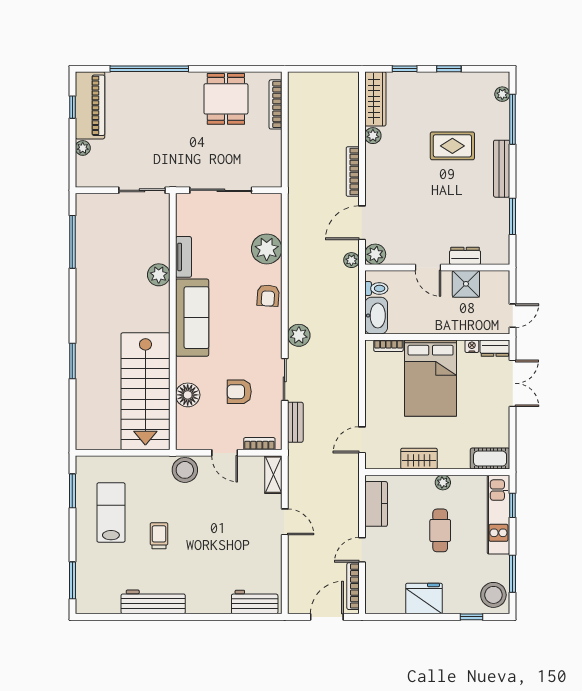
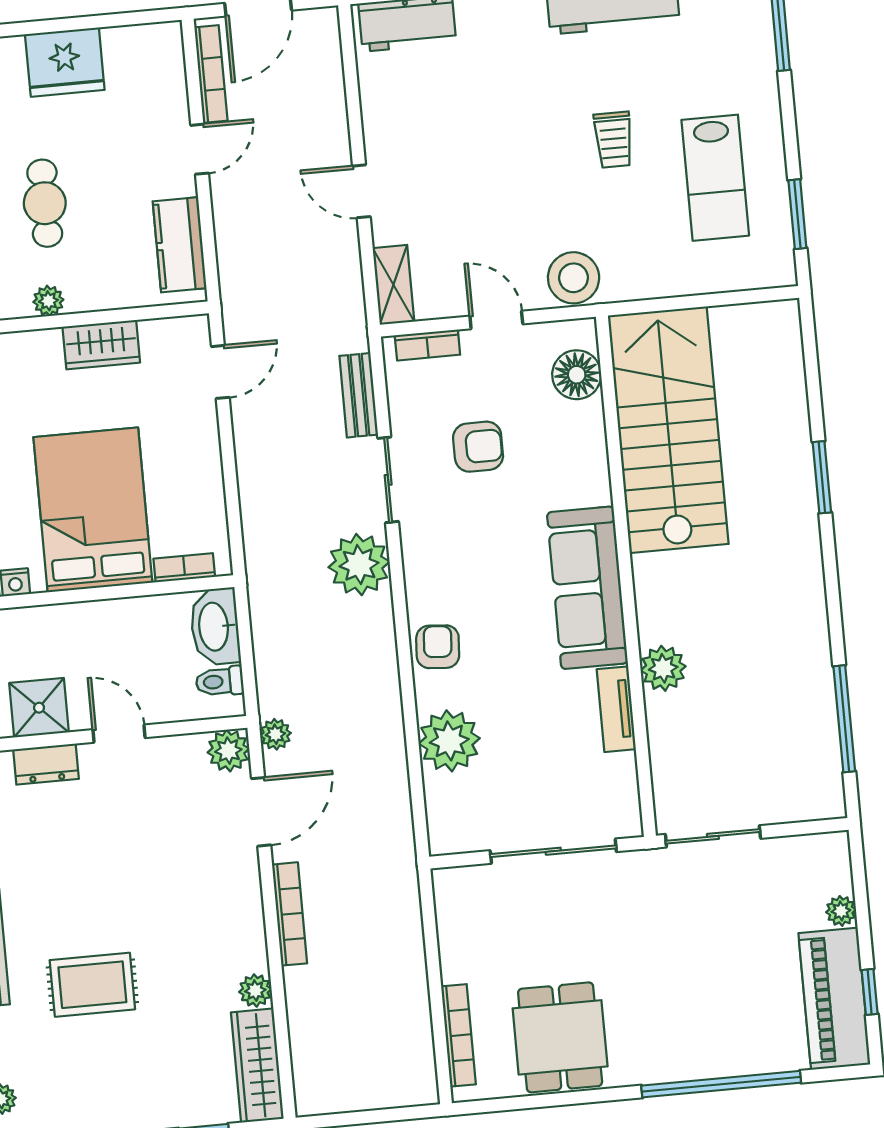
plant: (299, 335) -> (359, 565), width x1.36, depth x1.36
floor lamp: (188, 395) -> (577, 375), moved

